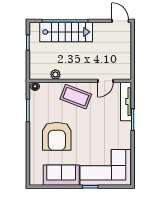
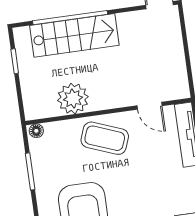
plant: (55, 74) -> (73, 99), width x1.88, depth x1.88
door: (106, 81) -> (150, 106), hinge flipped

